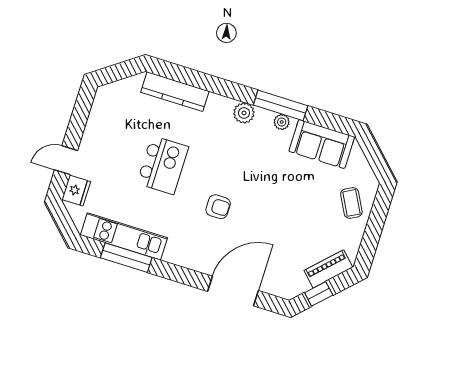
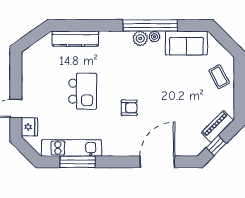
window: (281, 105) -> (150, 25), width x1.46
plant: (244, 113) -> (140, 38), moved

